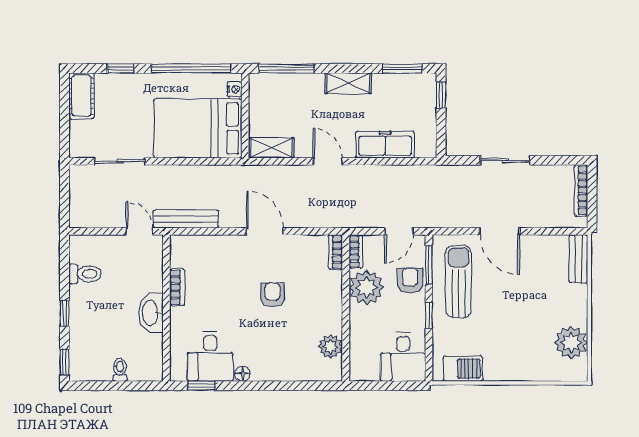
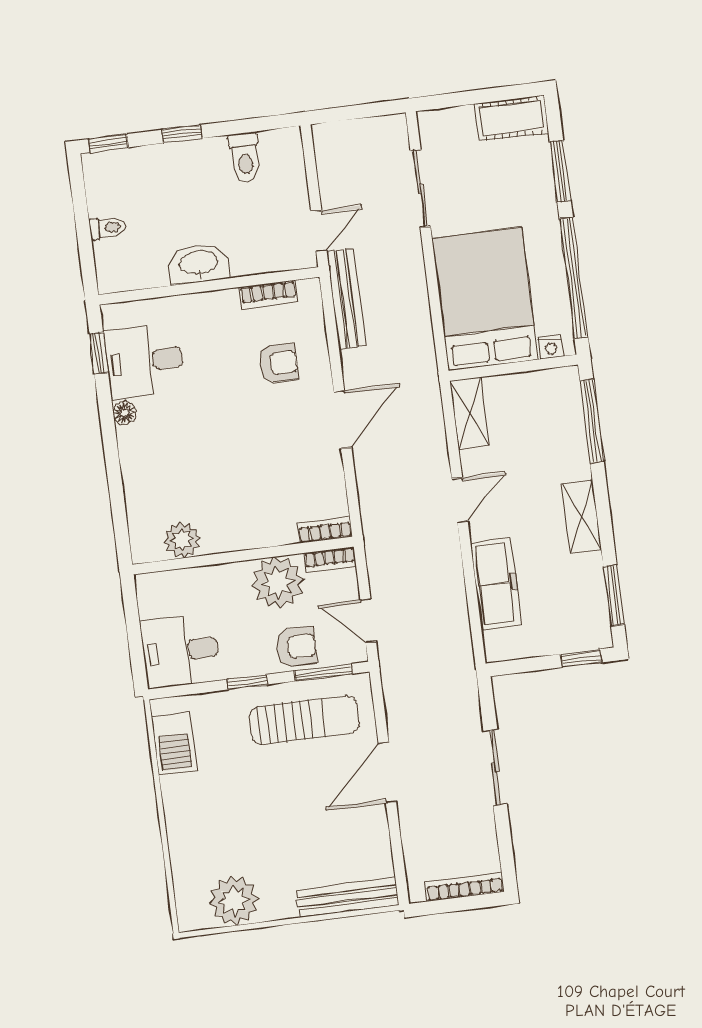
window: (120, 68) -> (560, 171), width x1.50
bench: (578, 259) -> (348, 897), width x1.36
bookcase: (177, 287) -> (268, 295), moved
armchair: (273, 295) -> (279, 363), moved

